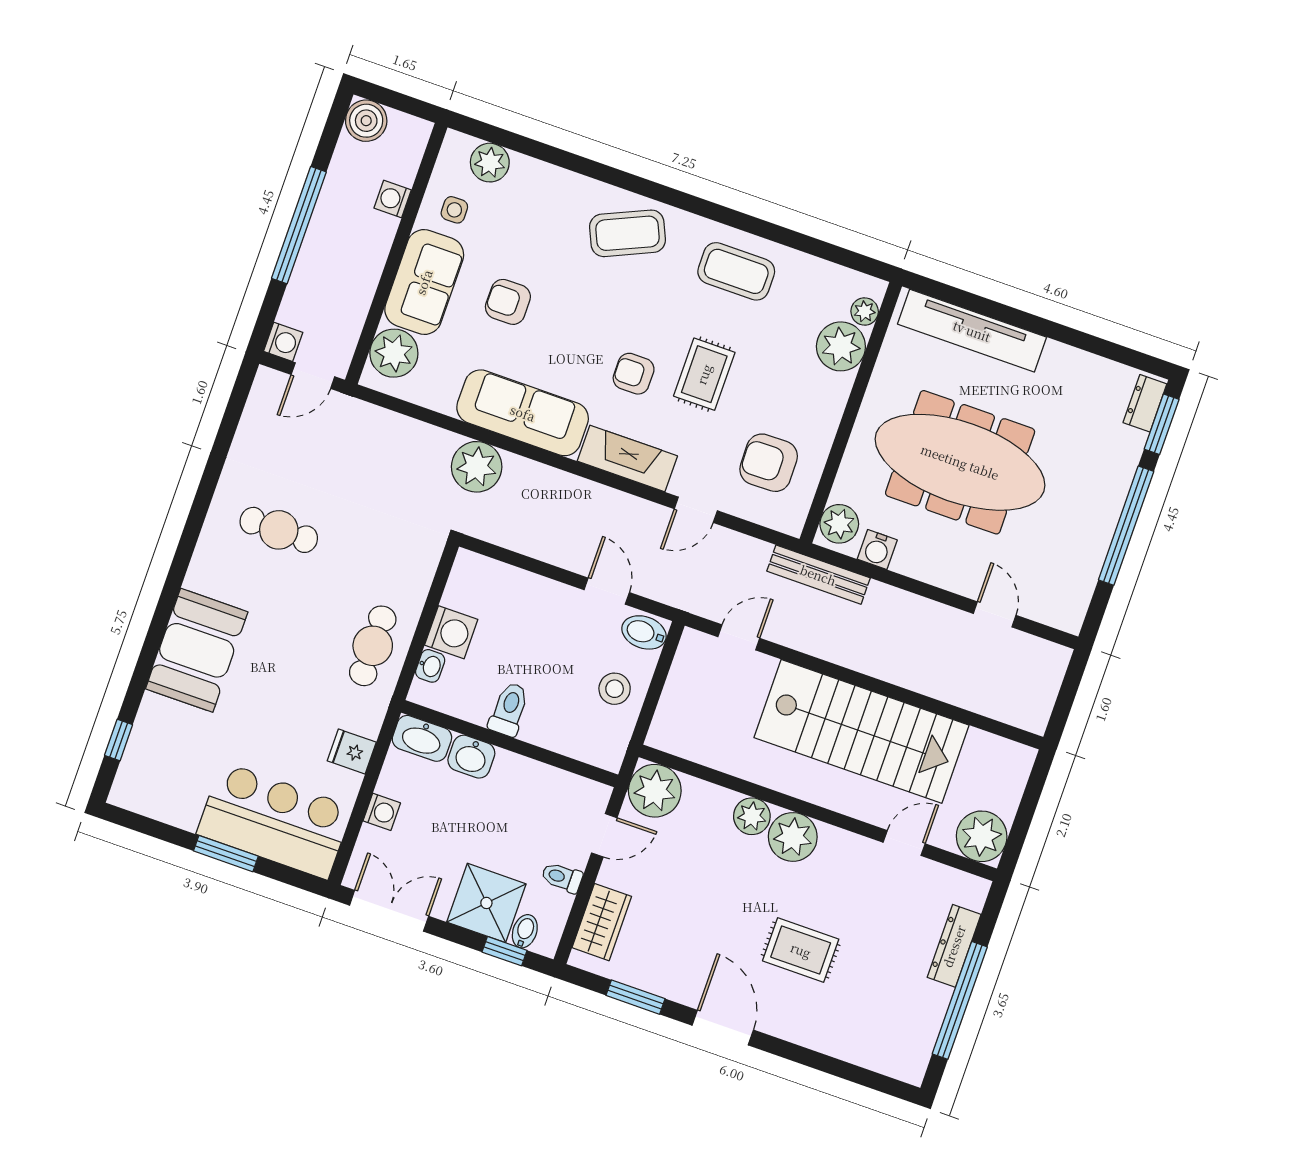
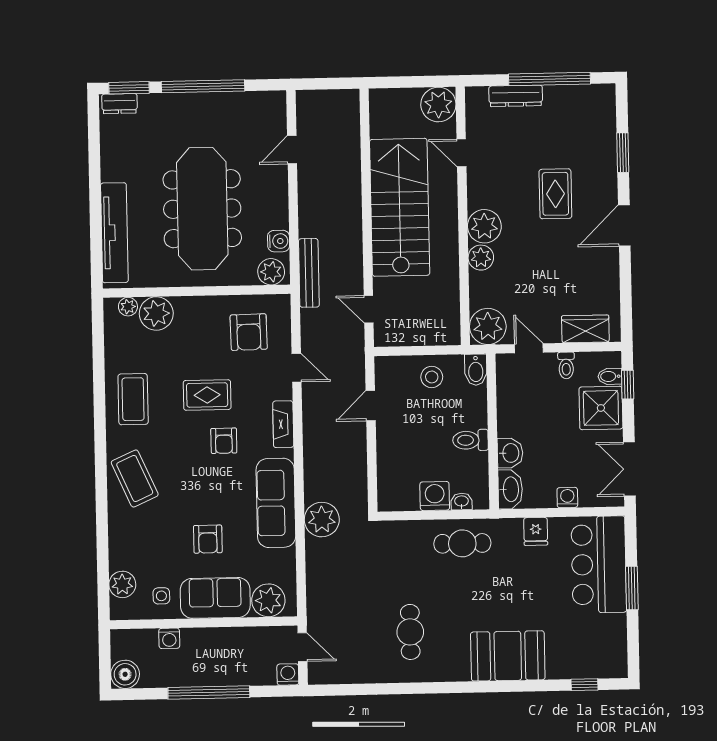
fireplace: (627, 458) -> (283, 424), width x0.73, depth x0.76
bidet: (644, 632) -> (476, 370), moved
window: (636, 997) -> (623, 153), moved

